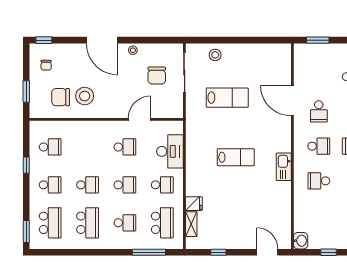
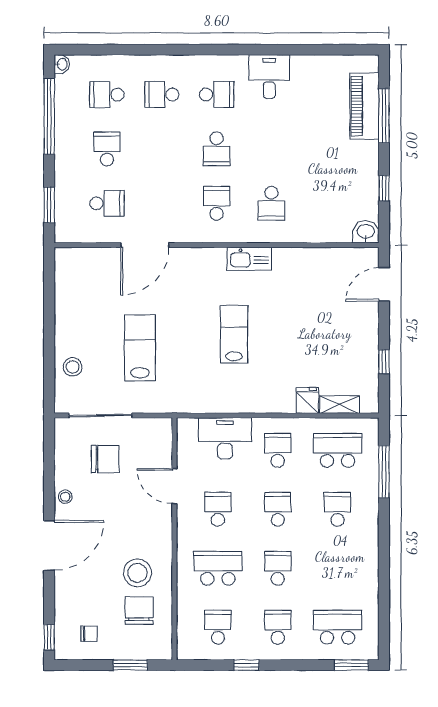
chair: (61, 97) -> (139, 611), turned 180
school desk: (319, 111) -> (107, 203), moved
school desk: (88, 223) -> (218, 568), moved

